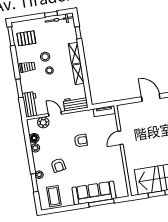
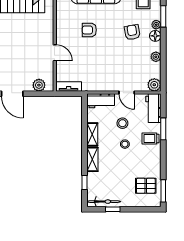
stool: (45, 57) -> (122, 123), moved
trolley: (27, 67) -> (151, 139), moved
plant: (129, 108) -> (39, 85), added
plant: (43, 122) -> (154, 85), moved
floor lamp: (34, 138) -> (155, 36), moved
door: (121, 138) -> (55, 53), hinge flipped
armchair: (81, 141) -> (89, 30), moved

